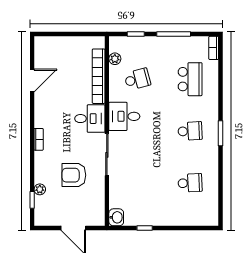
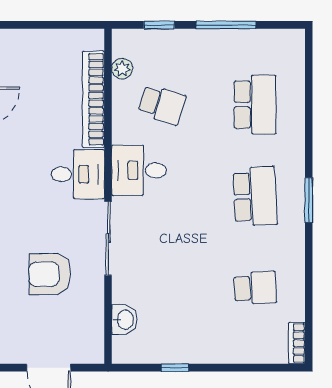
bookcase: (214, 48) -> (297, 343), moved
school desk: (137, 79) -> (162, 105), turned 33
school desk: (190, 131) -> (255, 196), width x1.85
washbasin: (116, 217) -> (125, 320), moved

